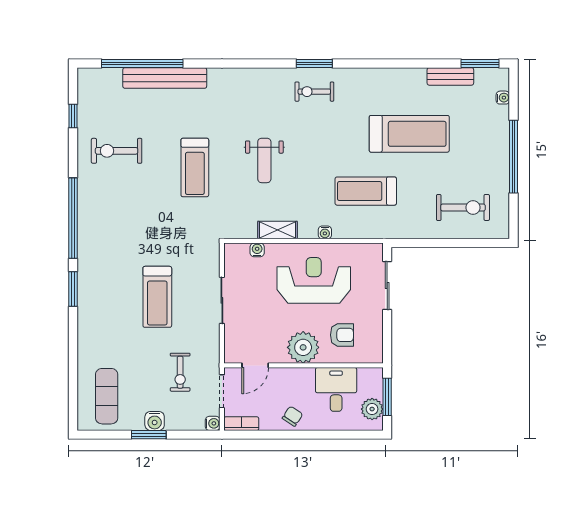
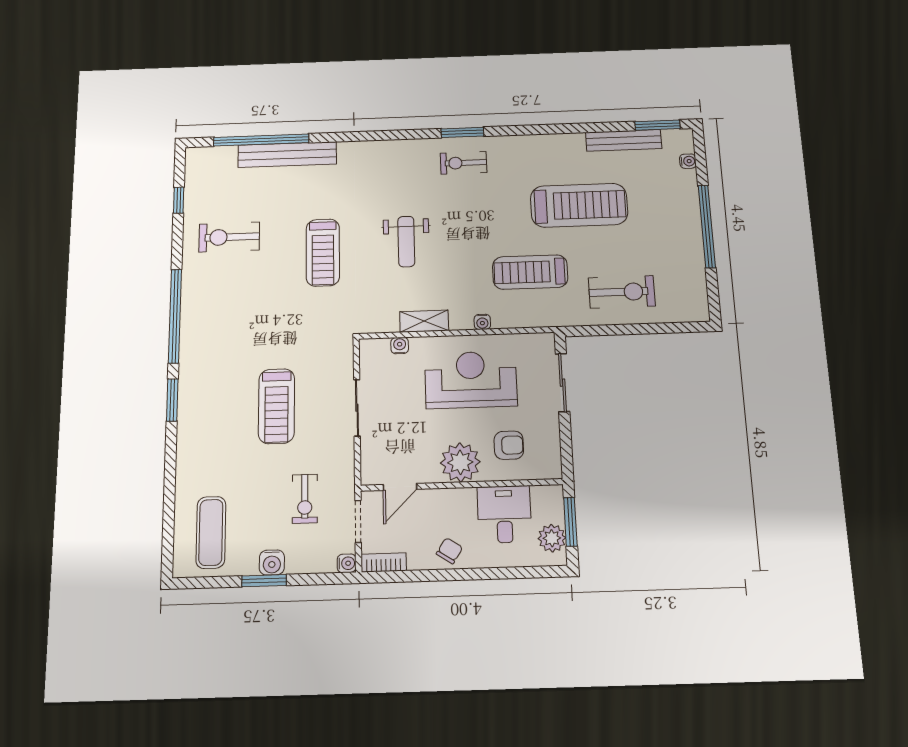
bench: (450, 76) -> (624, 140), width x1.36
exercise bike: (463, 207) -> (622, 292), moved

